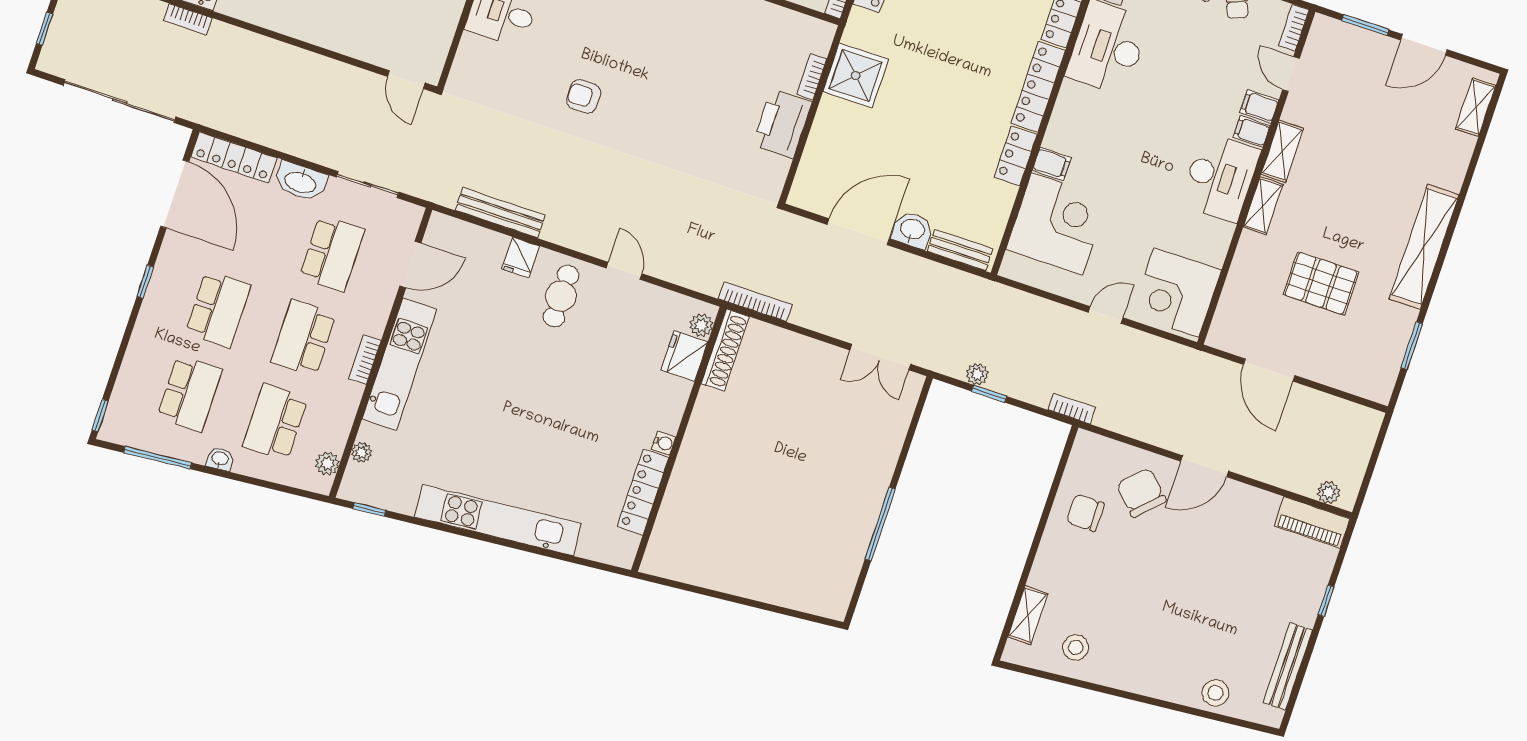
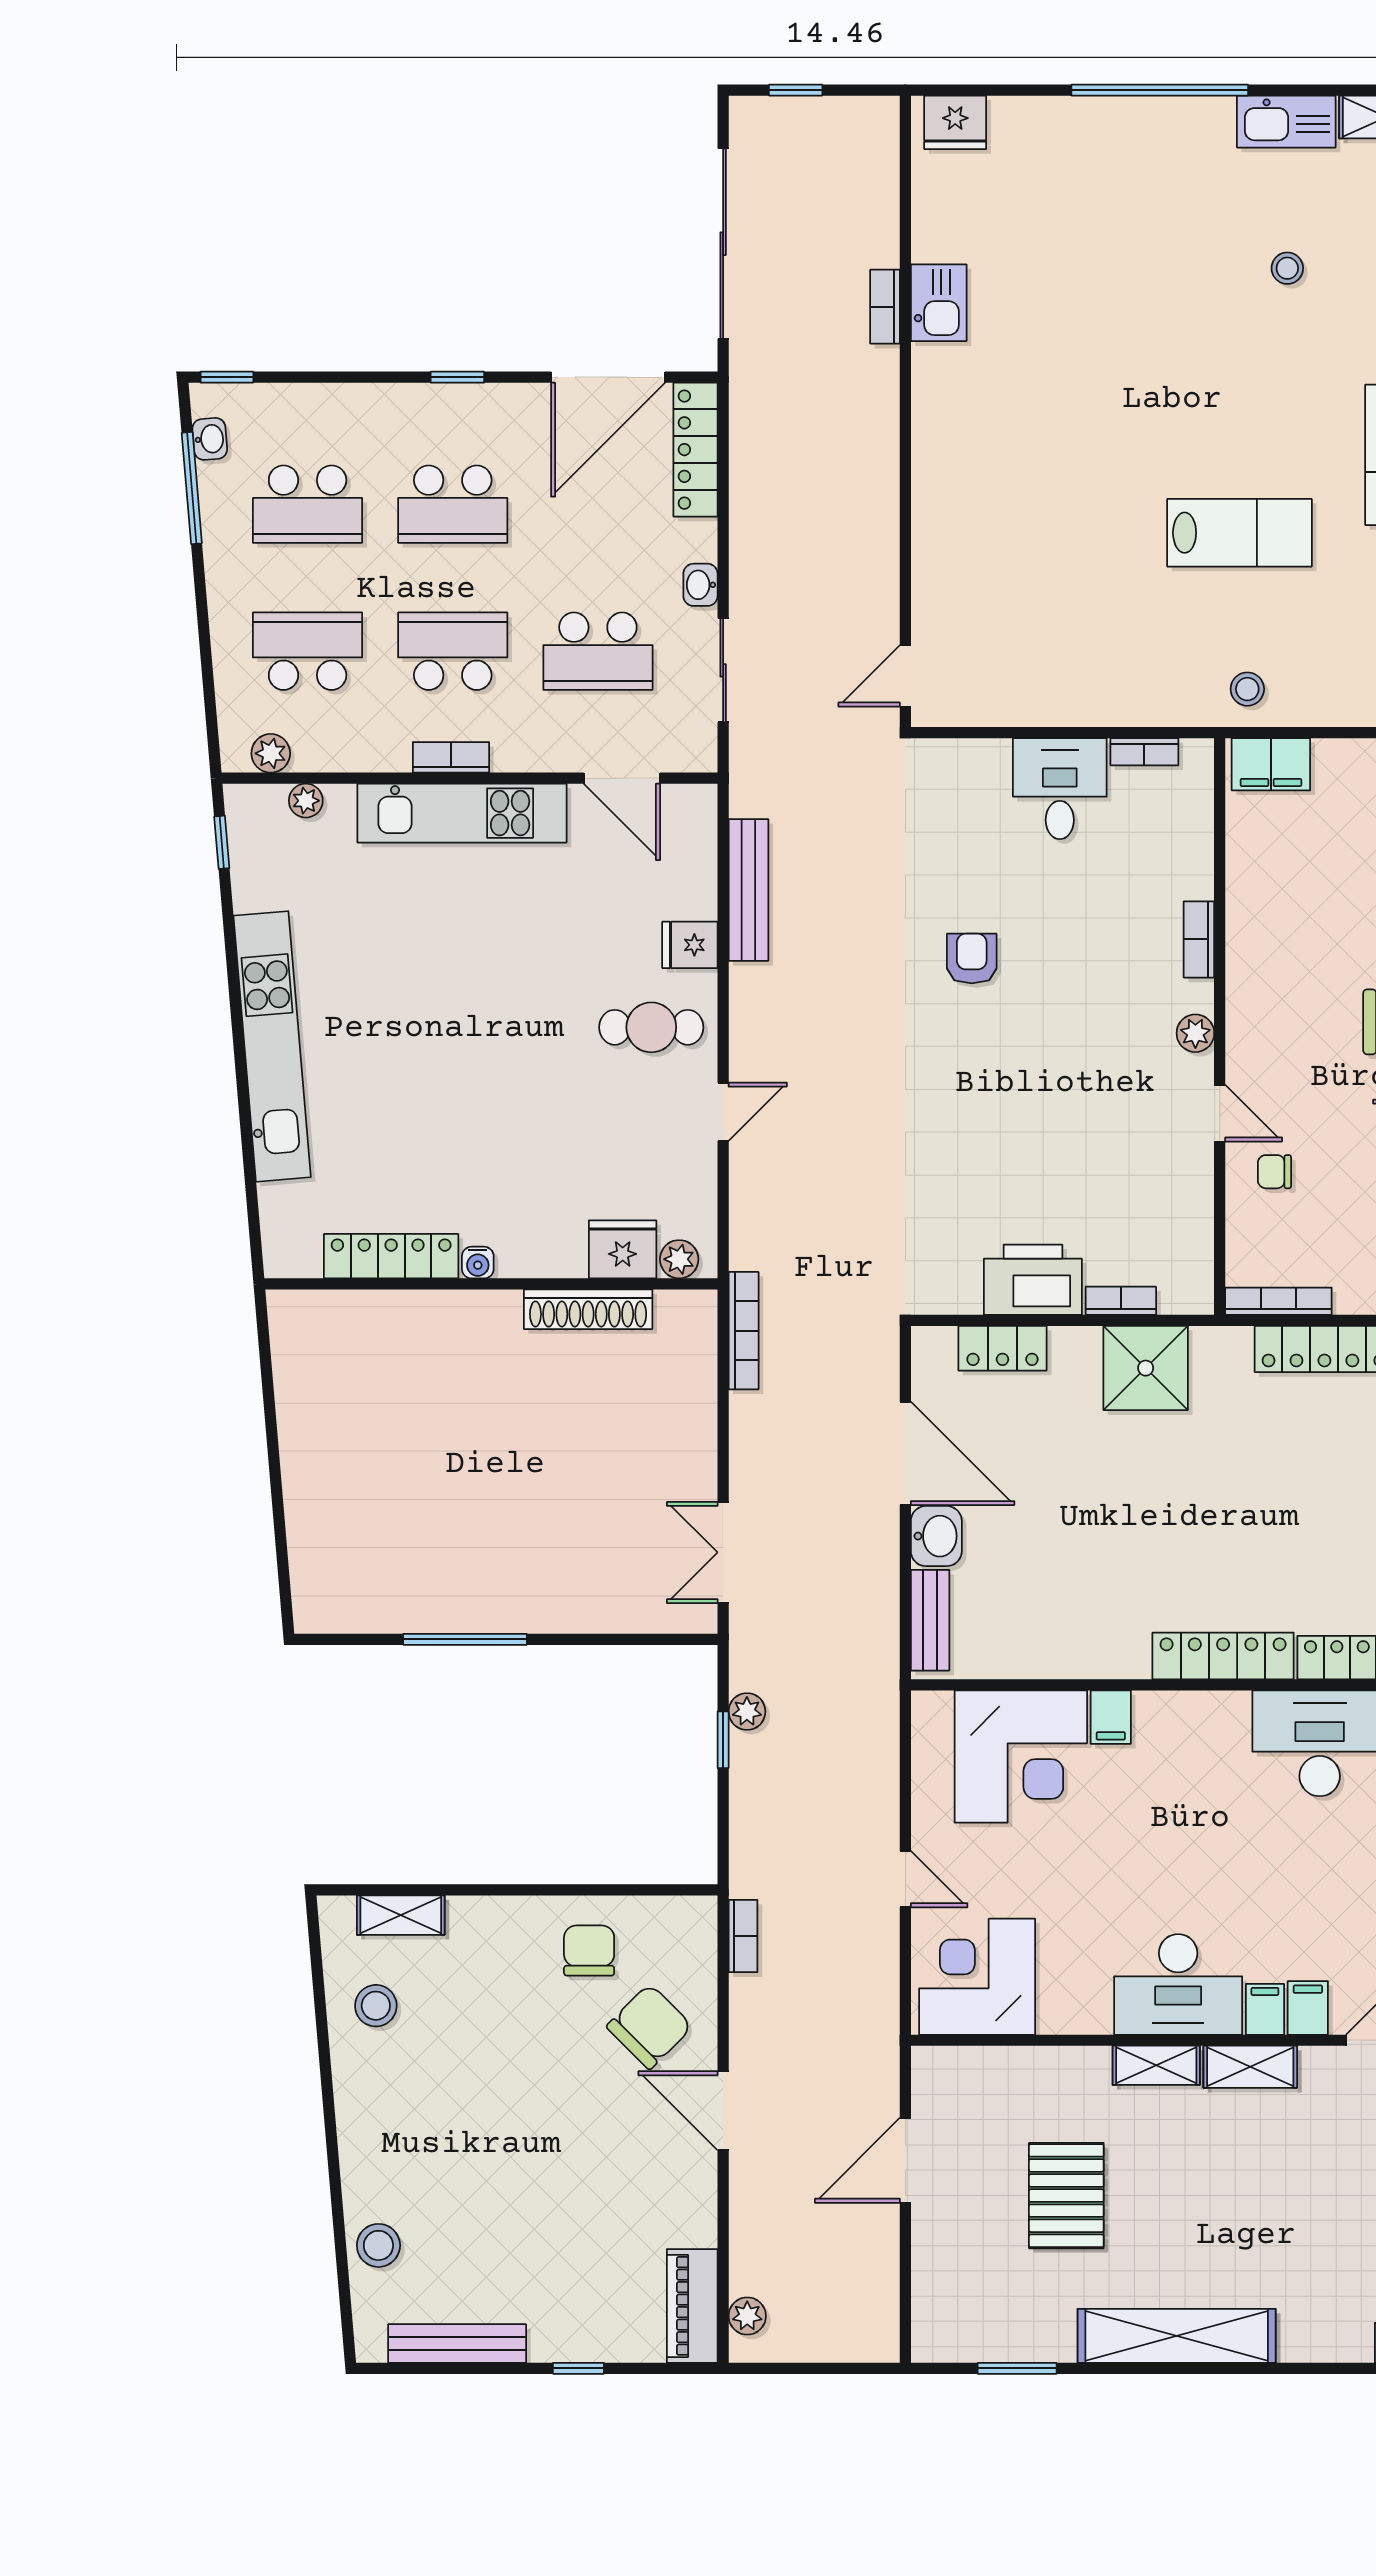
locker: (1016, 156) -> (1002, 1348), moved, turned 180
washbasin: (301, 182) -> (700, 585), width x0.52, depth x0.69
shoe rack: (725, 350) -> (588, 1309), moved
bookcase: (1072, 409) -> (743, 1936), moved
washbasin: (220, 459) -> (210, 439), moved

